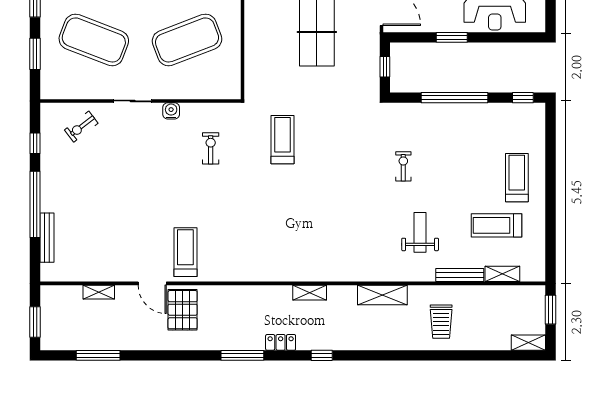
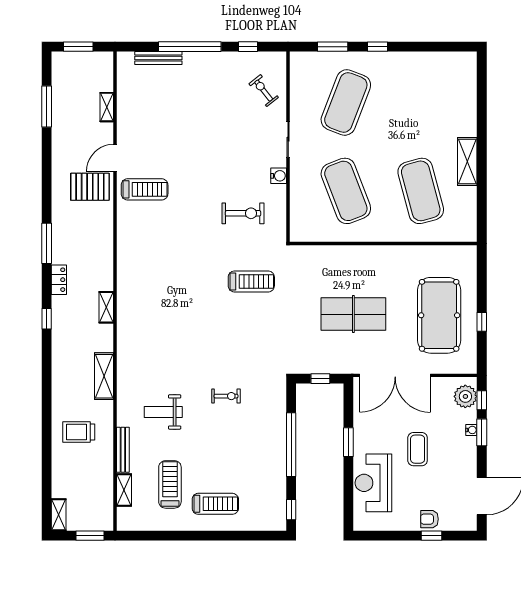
exercise bike: (211, 148) -> (243, 213), width x1.38, depth x1.39
weight bench: (420, 232) -> (163, 412), turned 180

